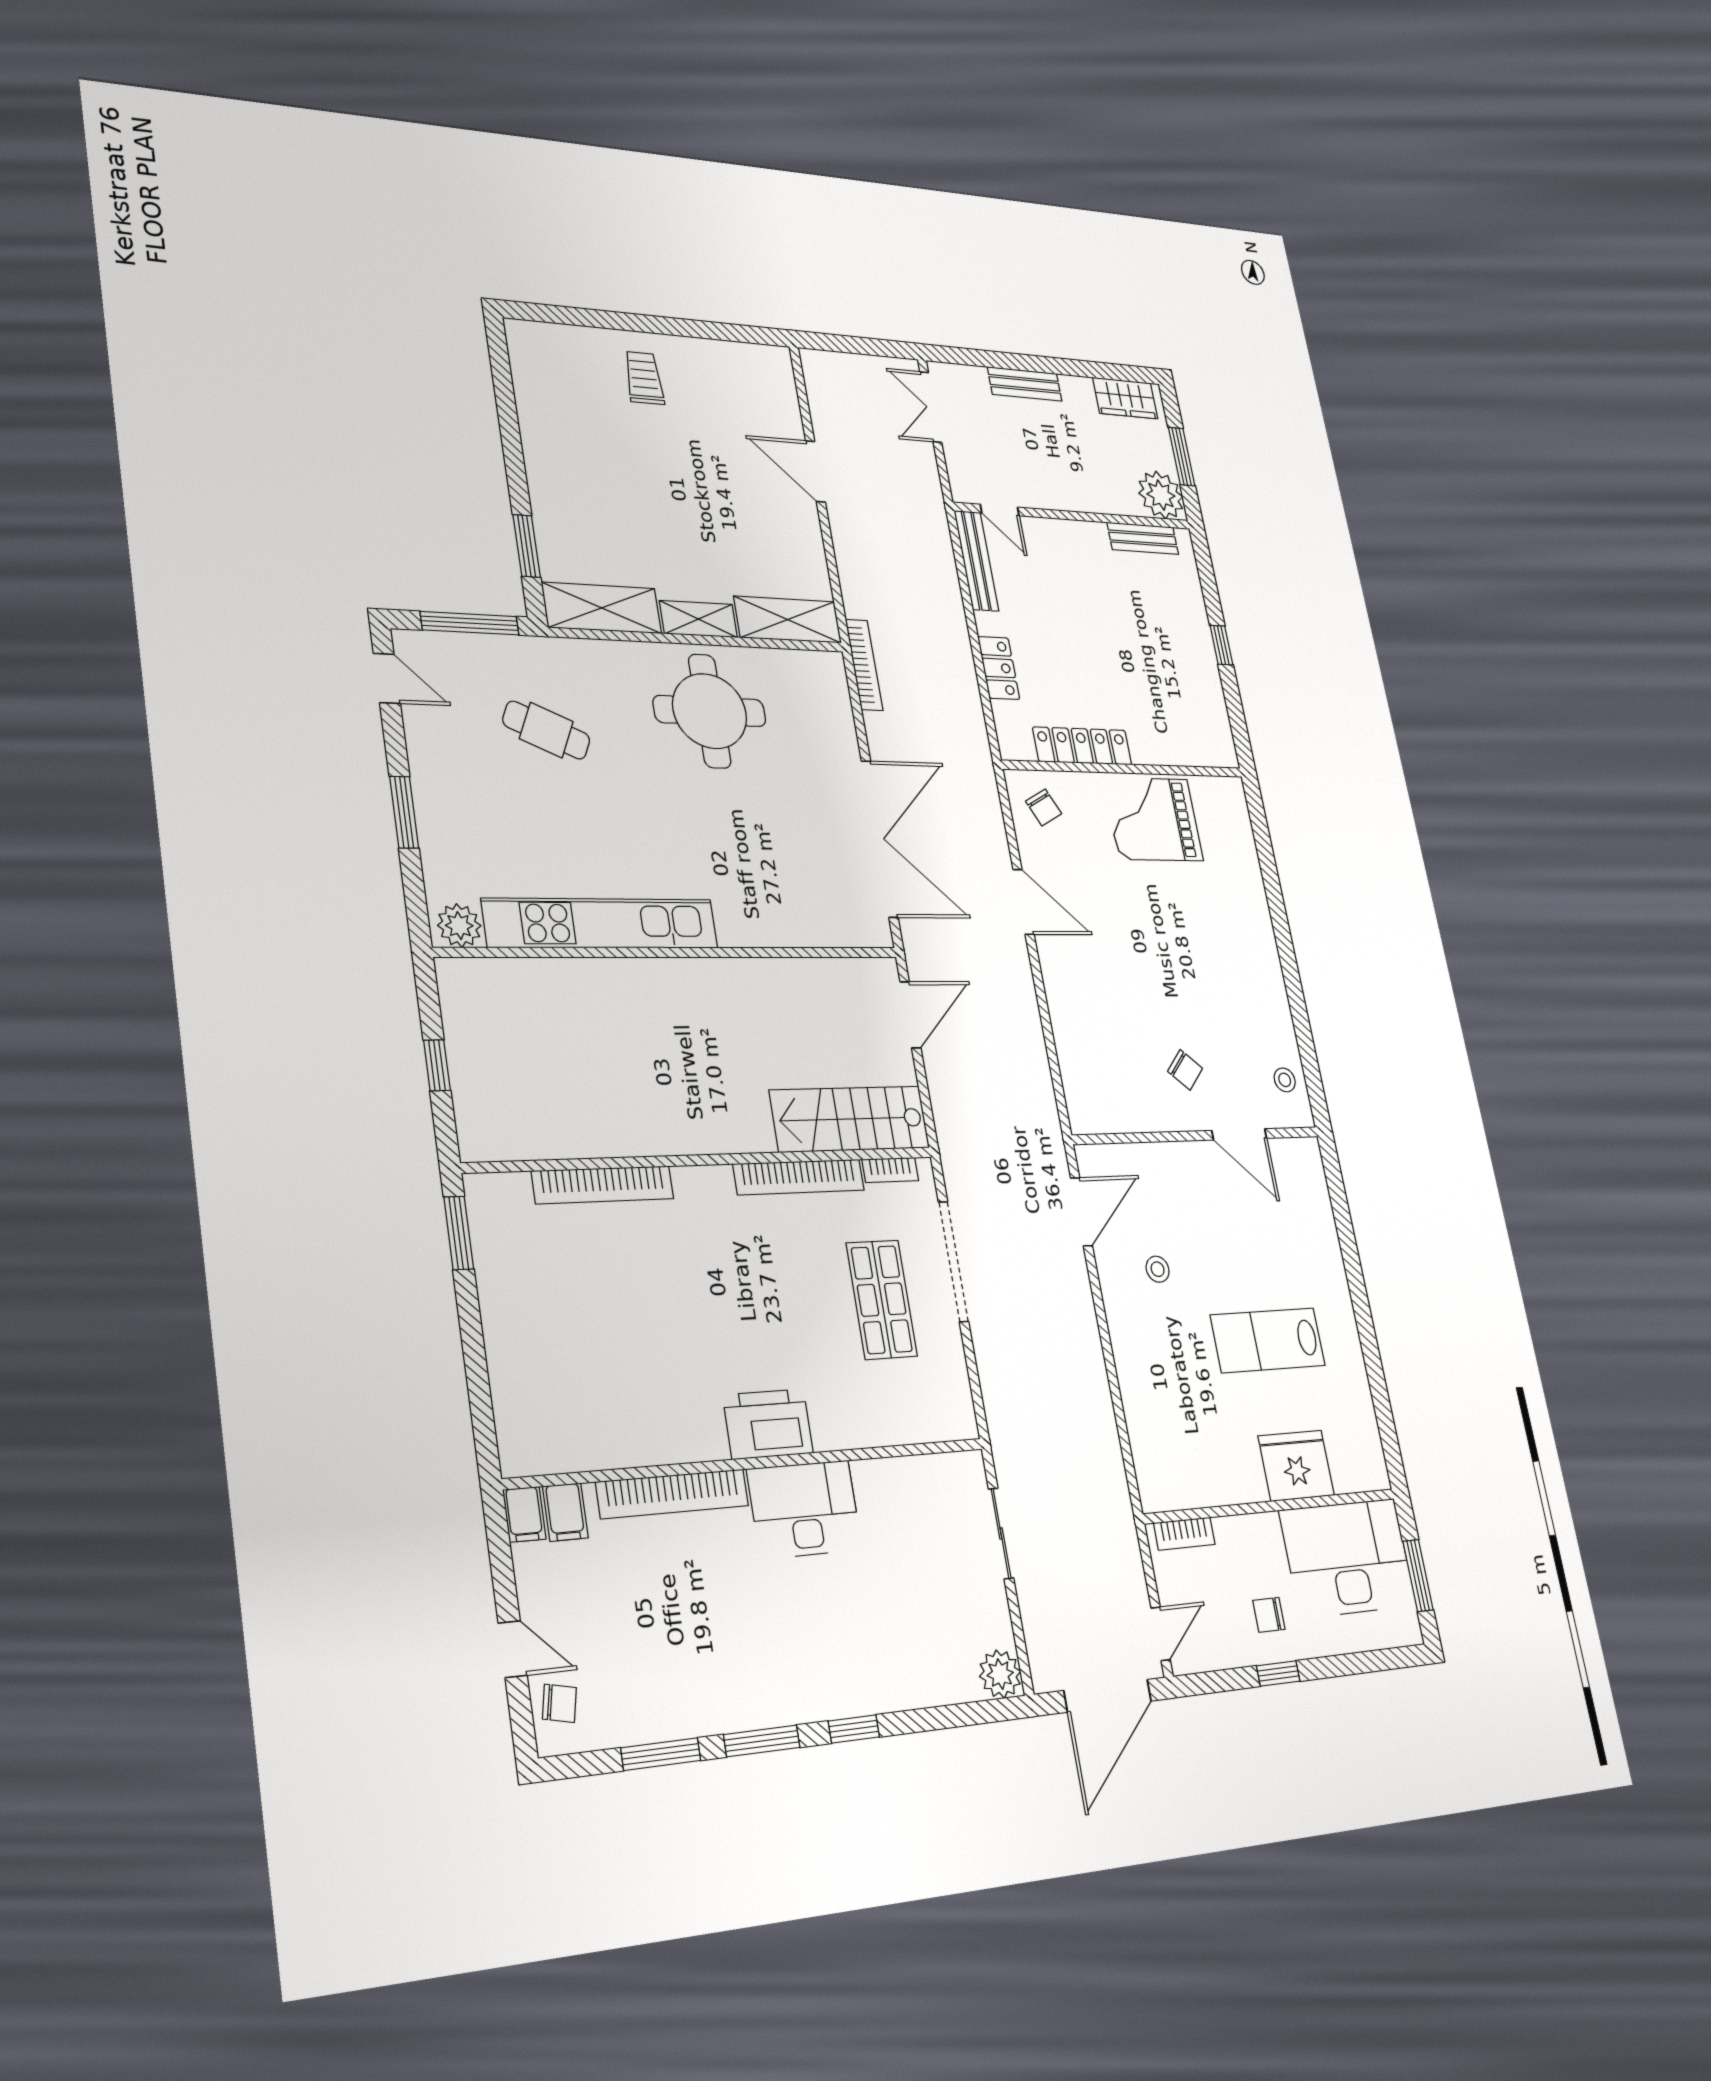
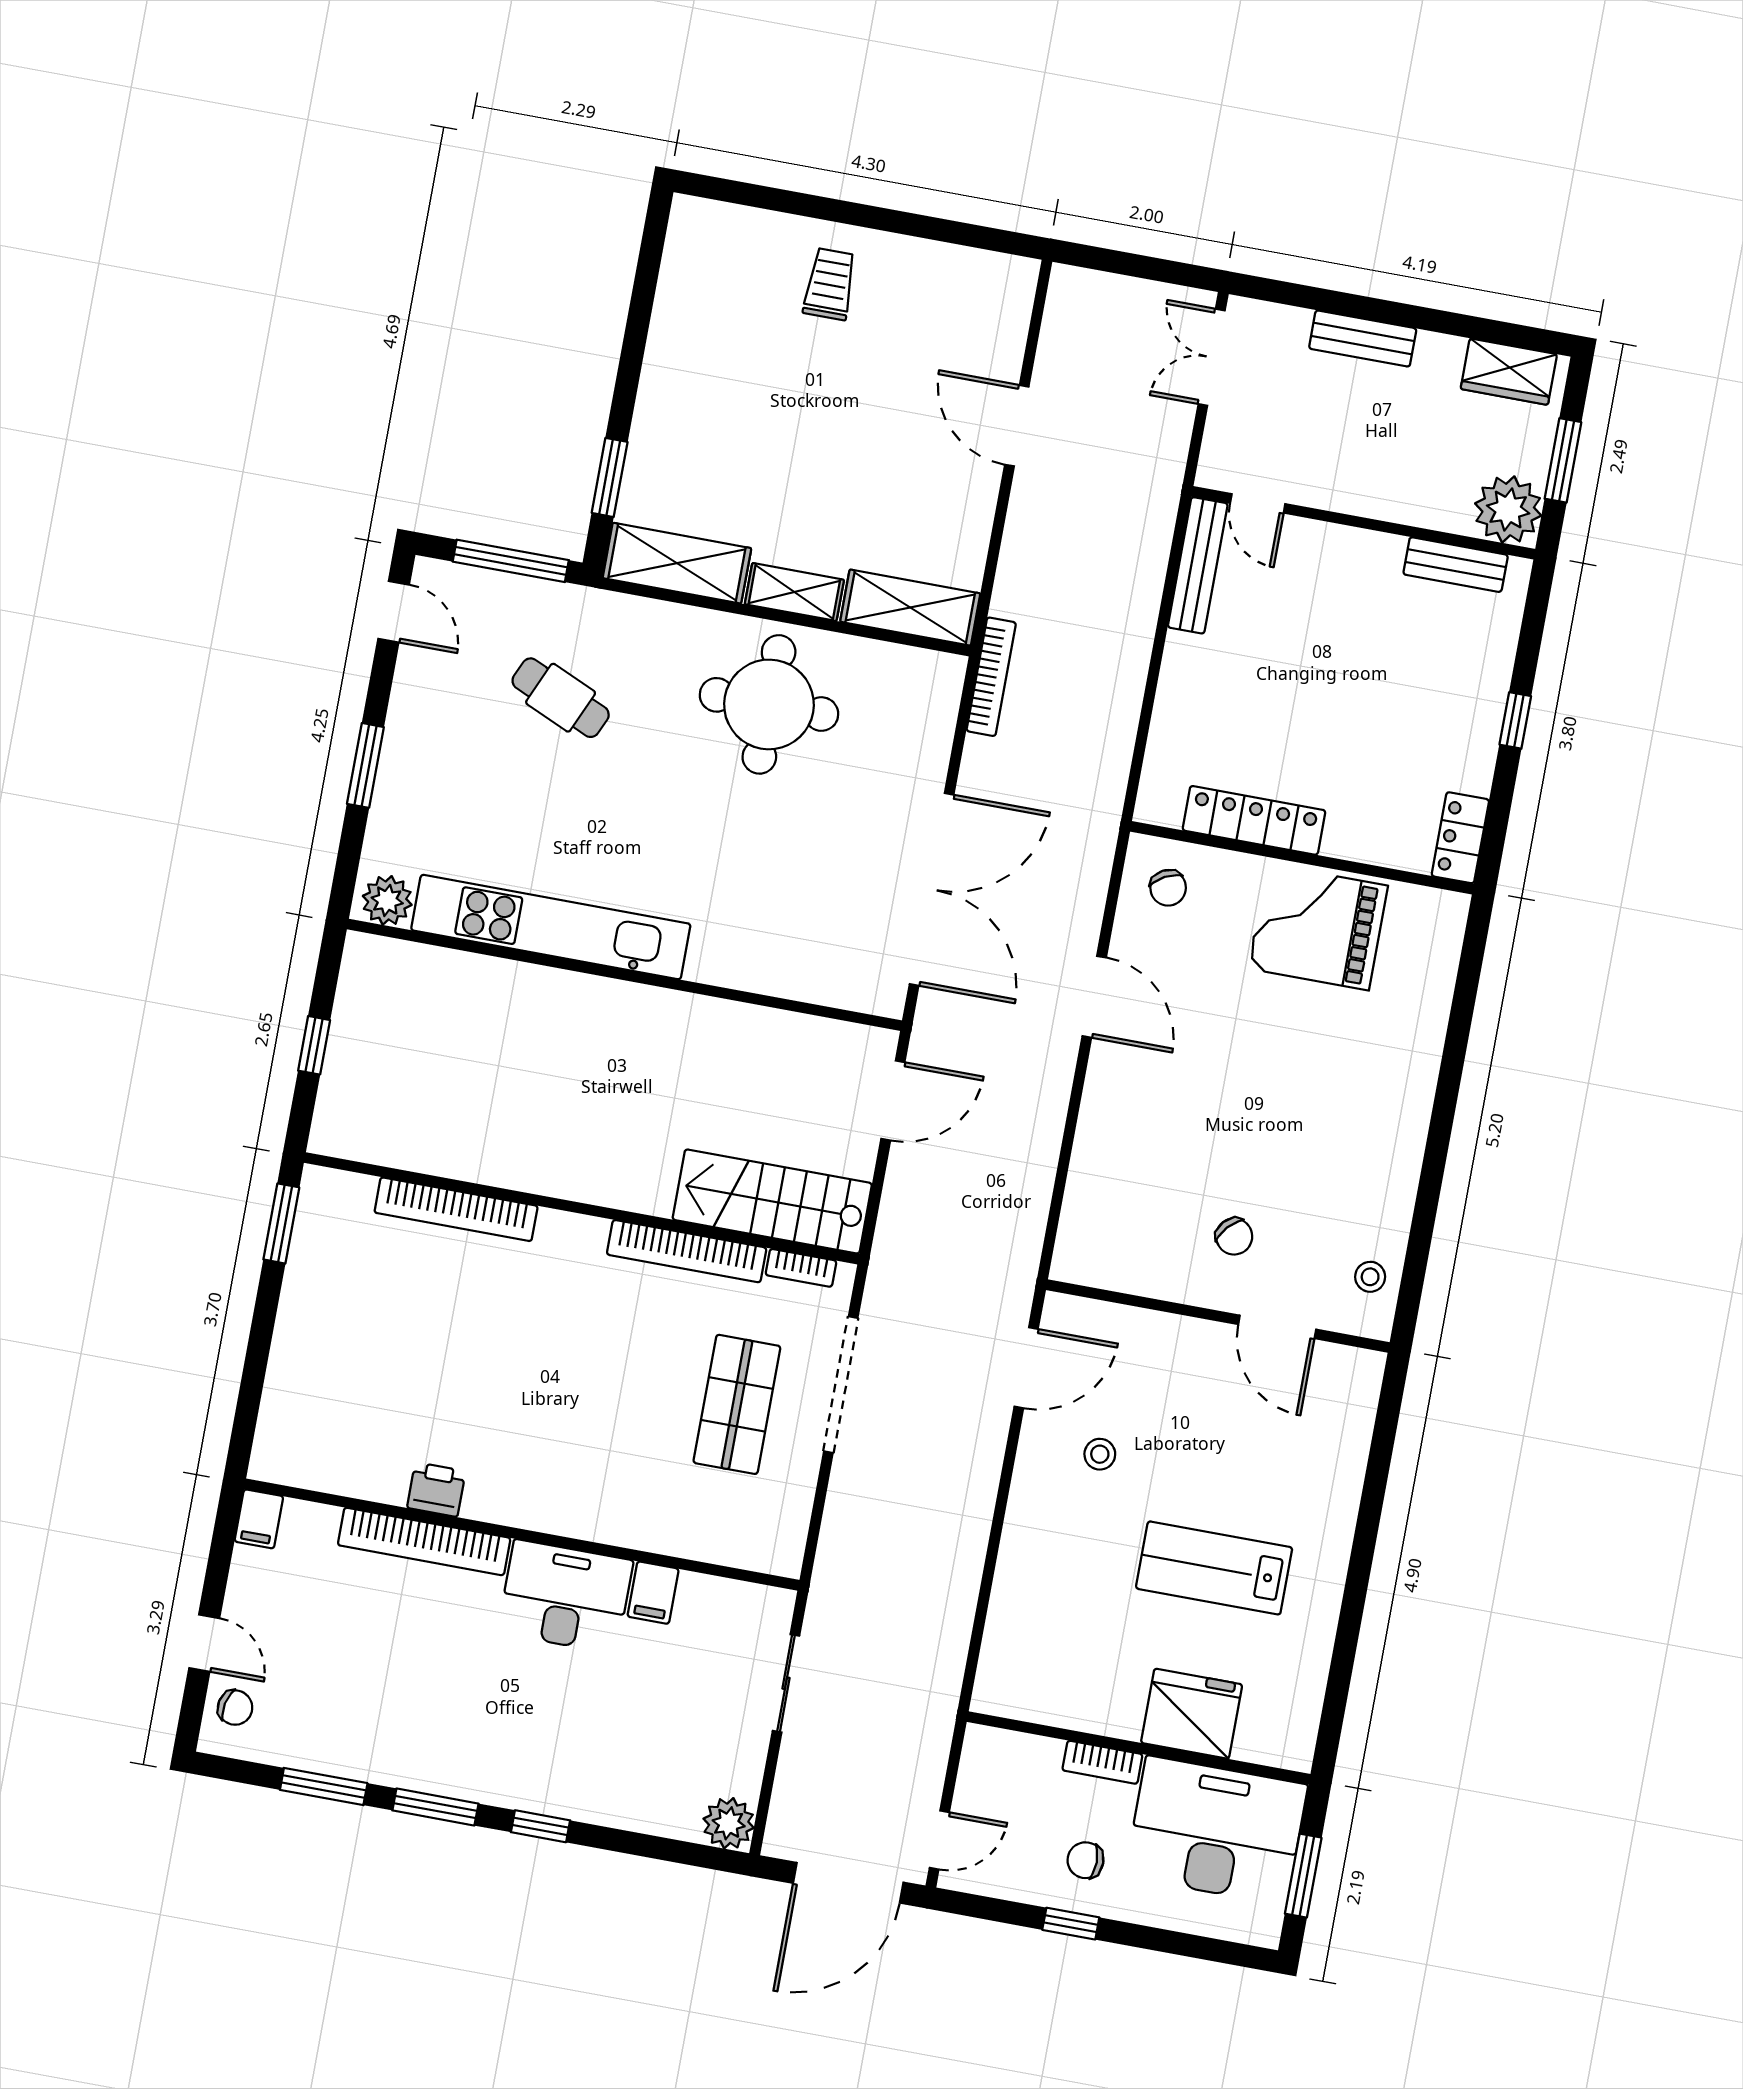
locker: (999, 668) -> (1460, 838), moved, turned 180
printer: (768, 1424) -> (436, 1490), moved, width x0.53, depth x0.68
filing cabinet: (565, 1512) -> (653, 1593), moved
bookcase: (1184, 1534) -> (1102, 1762), moved

